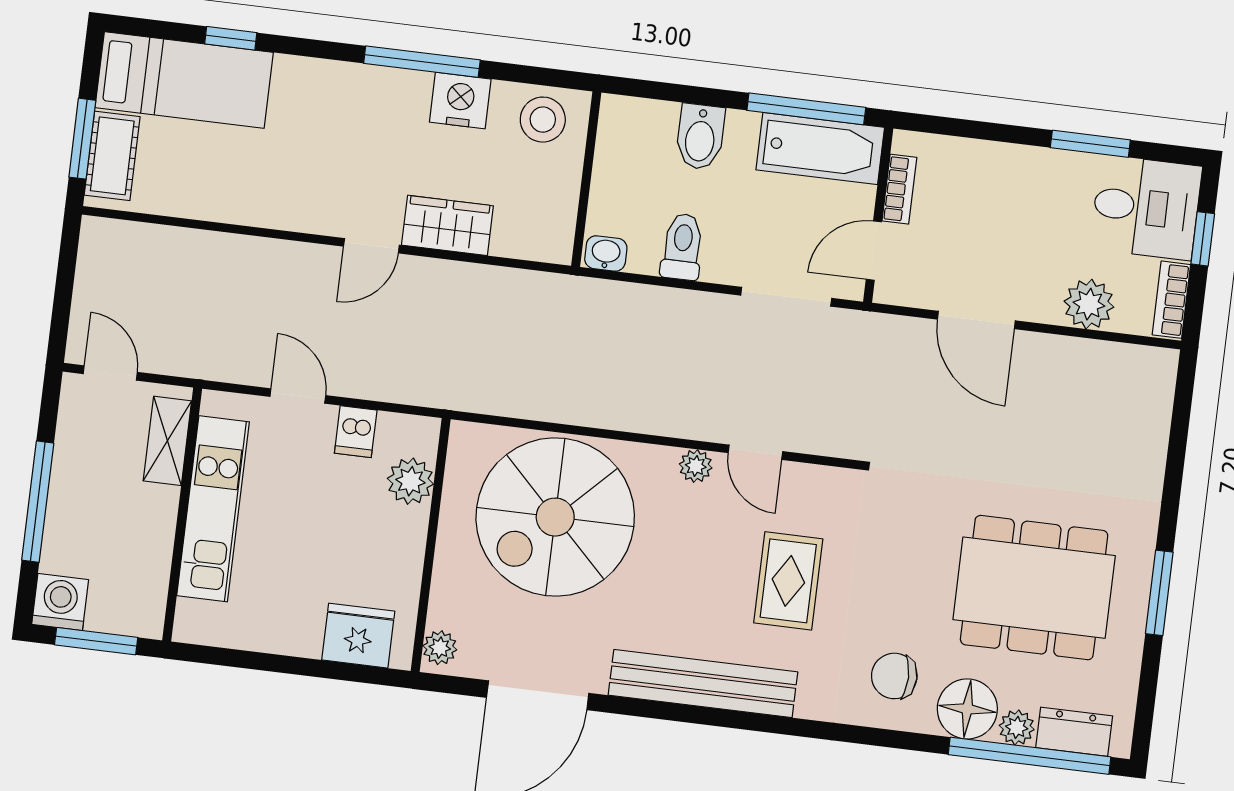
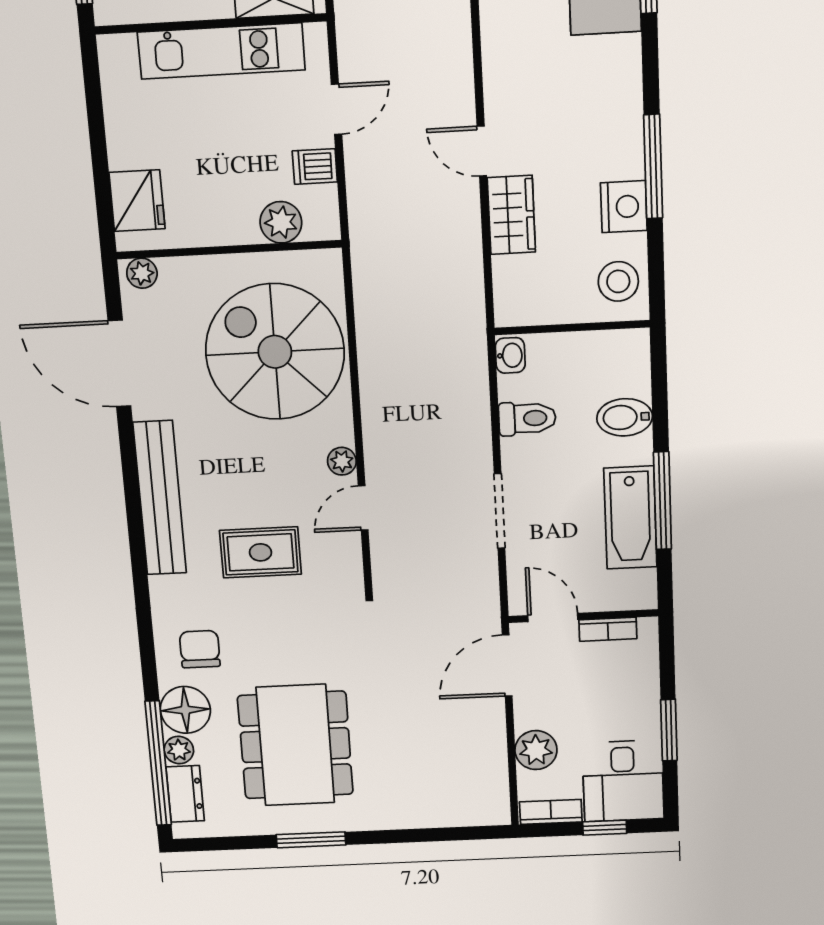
bookcase: (899, 189) -> (608, 629), moved
wall: (878, 215) -> (583, 616), moved
door: (874, 251) -> (553, 618), moved

